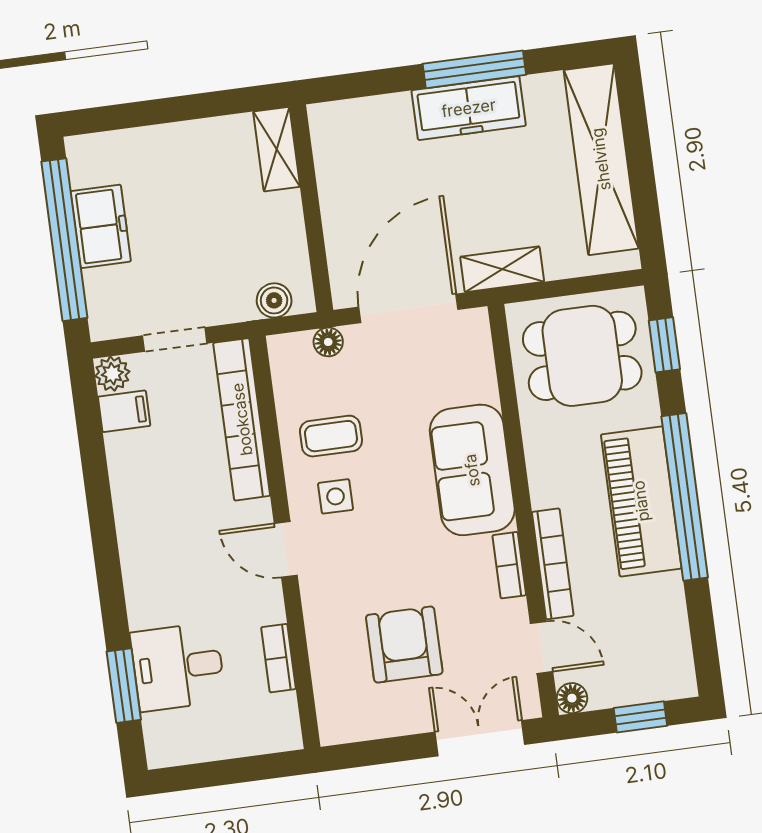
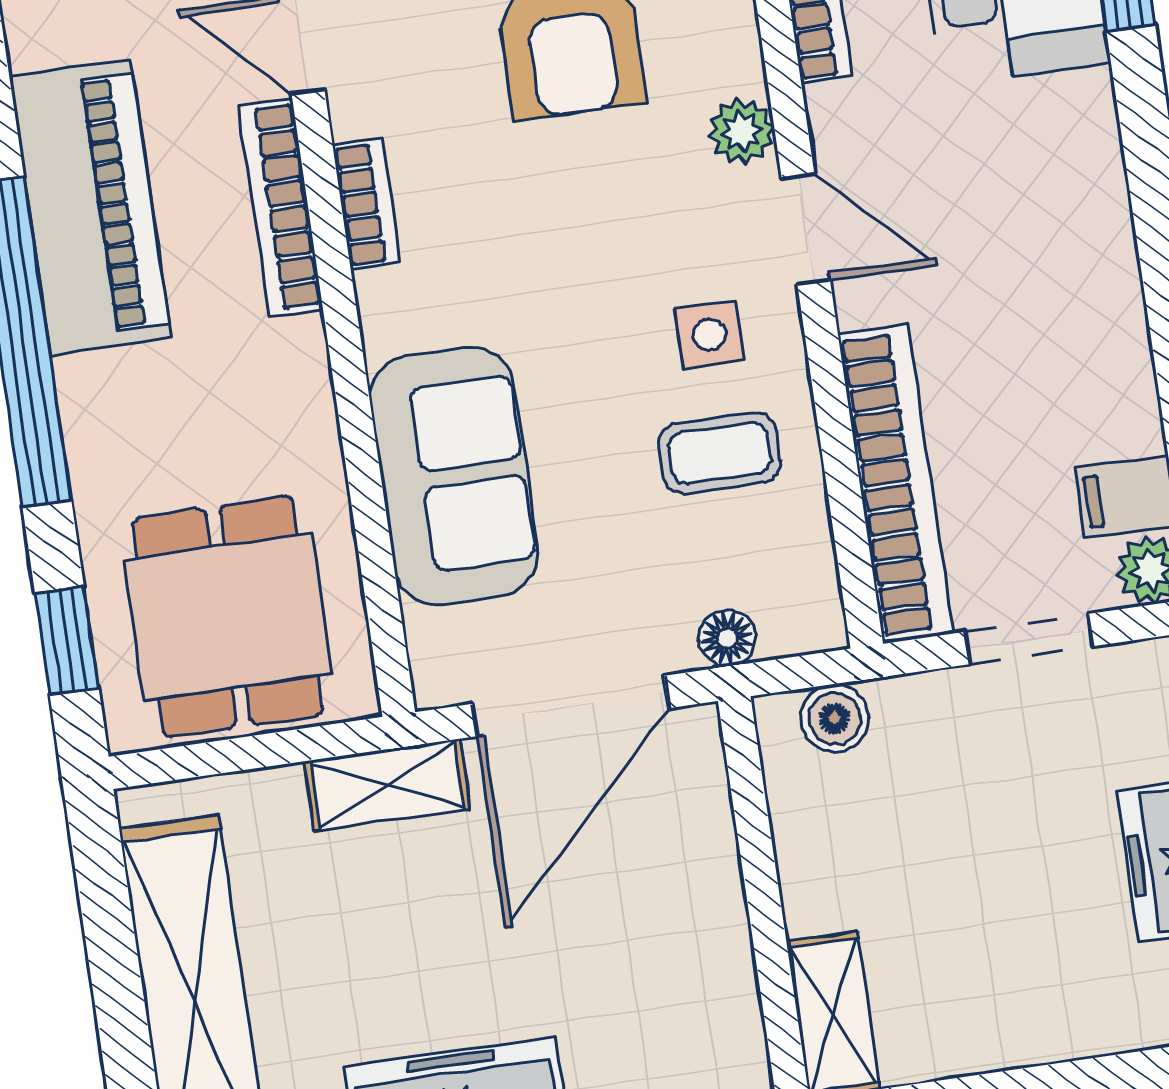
dining table: (582, 356) -> (228, 617), turned 90
sofa: (472, 470) -> (454, 476), moved
piano: (641, 501) -> (90, 207), moved
plant: (318, 600) -> (742, 131), added

